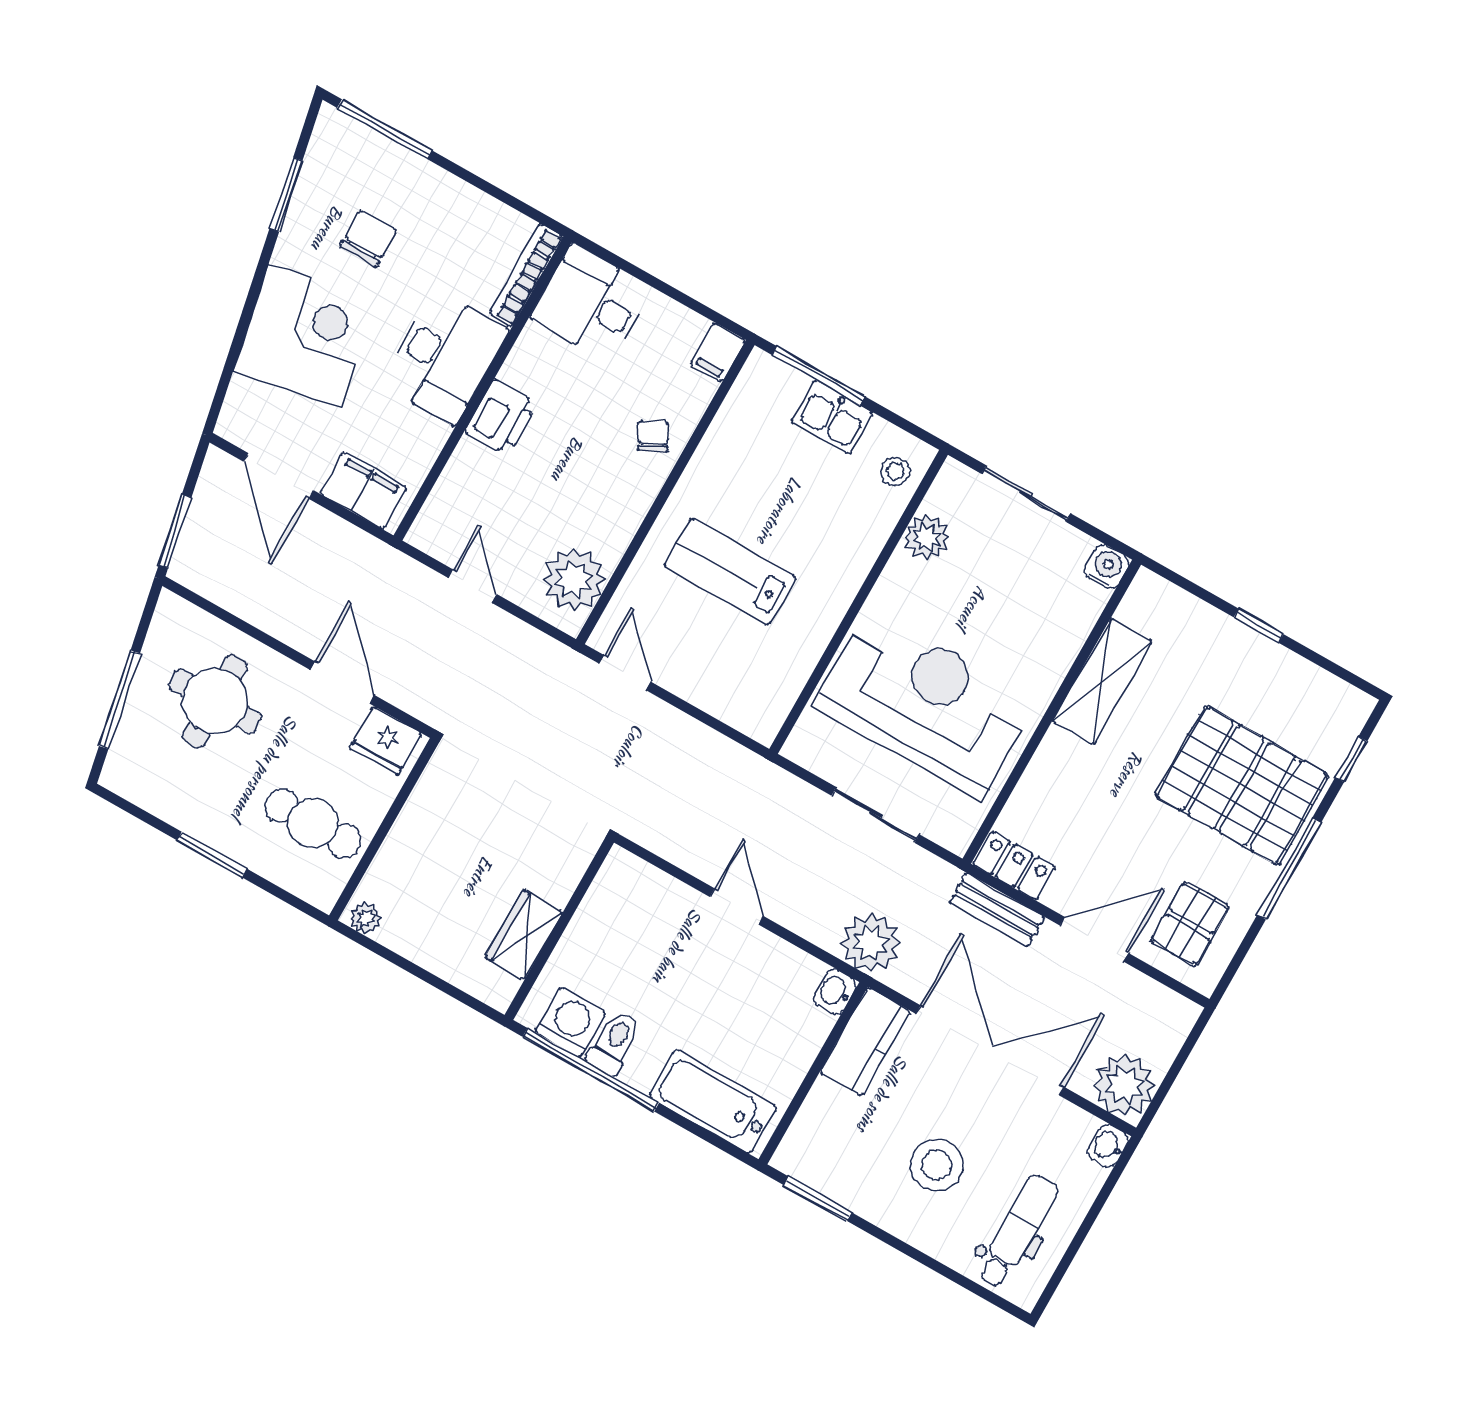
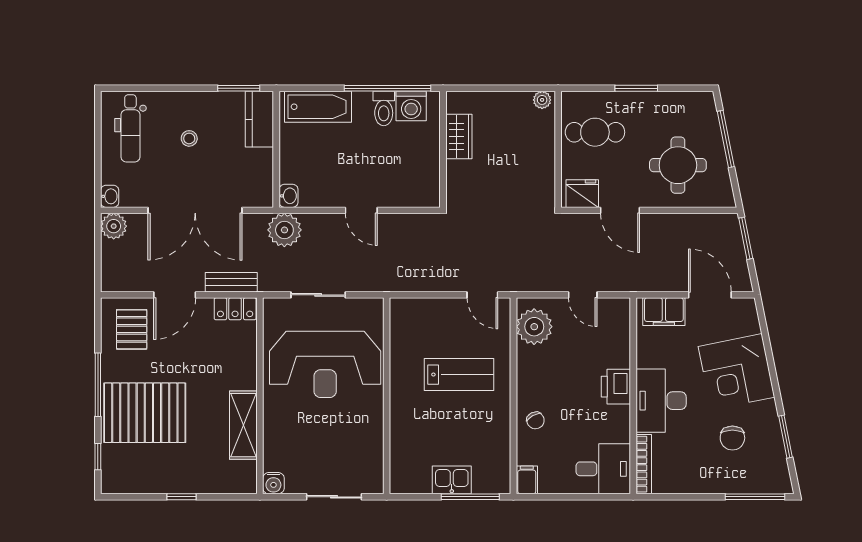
stool: (895, 471) -> (405, 471), removed
plant: (927, 537) -> (371, 447), removed
kitchen counter: (865, 1042) -> (259, 119), moved
plant: (1125, 1085) -> (114, 226), width x0.73, depth x0.73
stool: (937, 1165) -> (189, 138), width x0.53, depth x0.53

